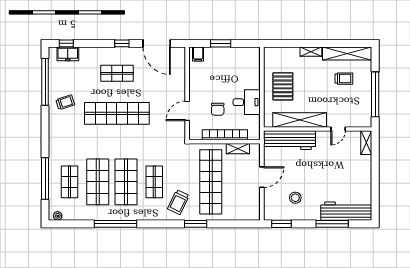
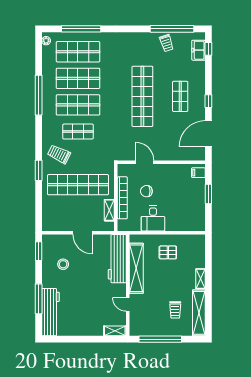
pallet: (283, 86) -> (168, 252), width x0.67, depth x0.71
trolley: (65, 102) -> (166, 43), moved
shop shelf: (69, 182) -> (78, 52), width x1.43, depth x1.36

